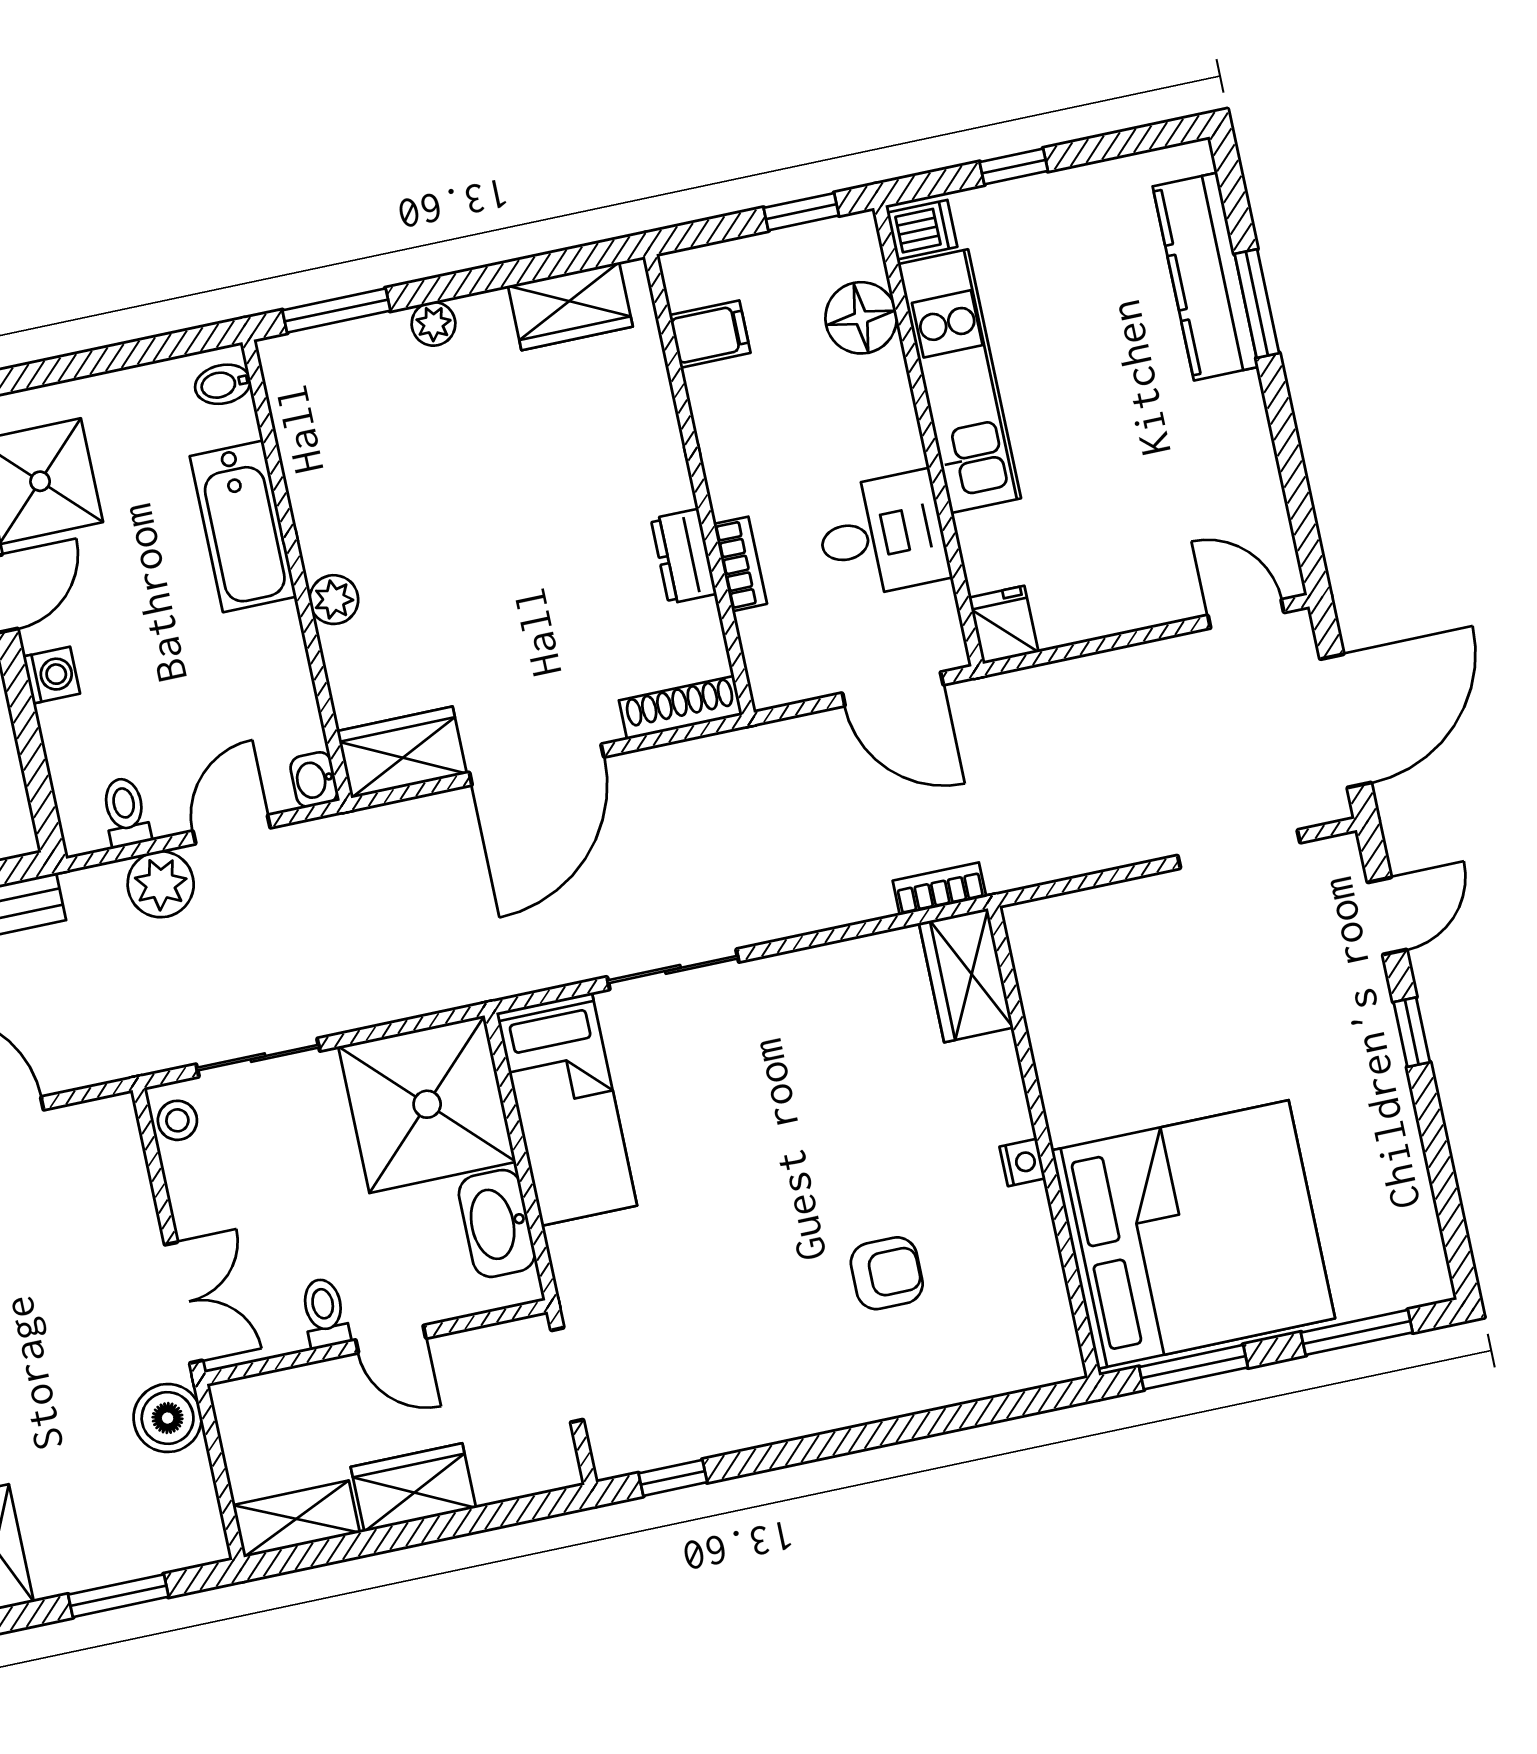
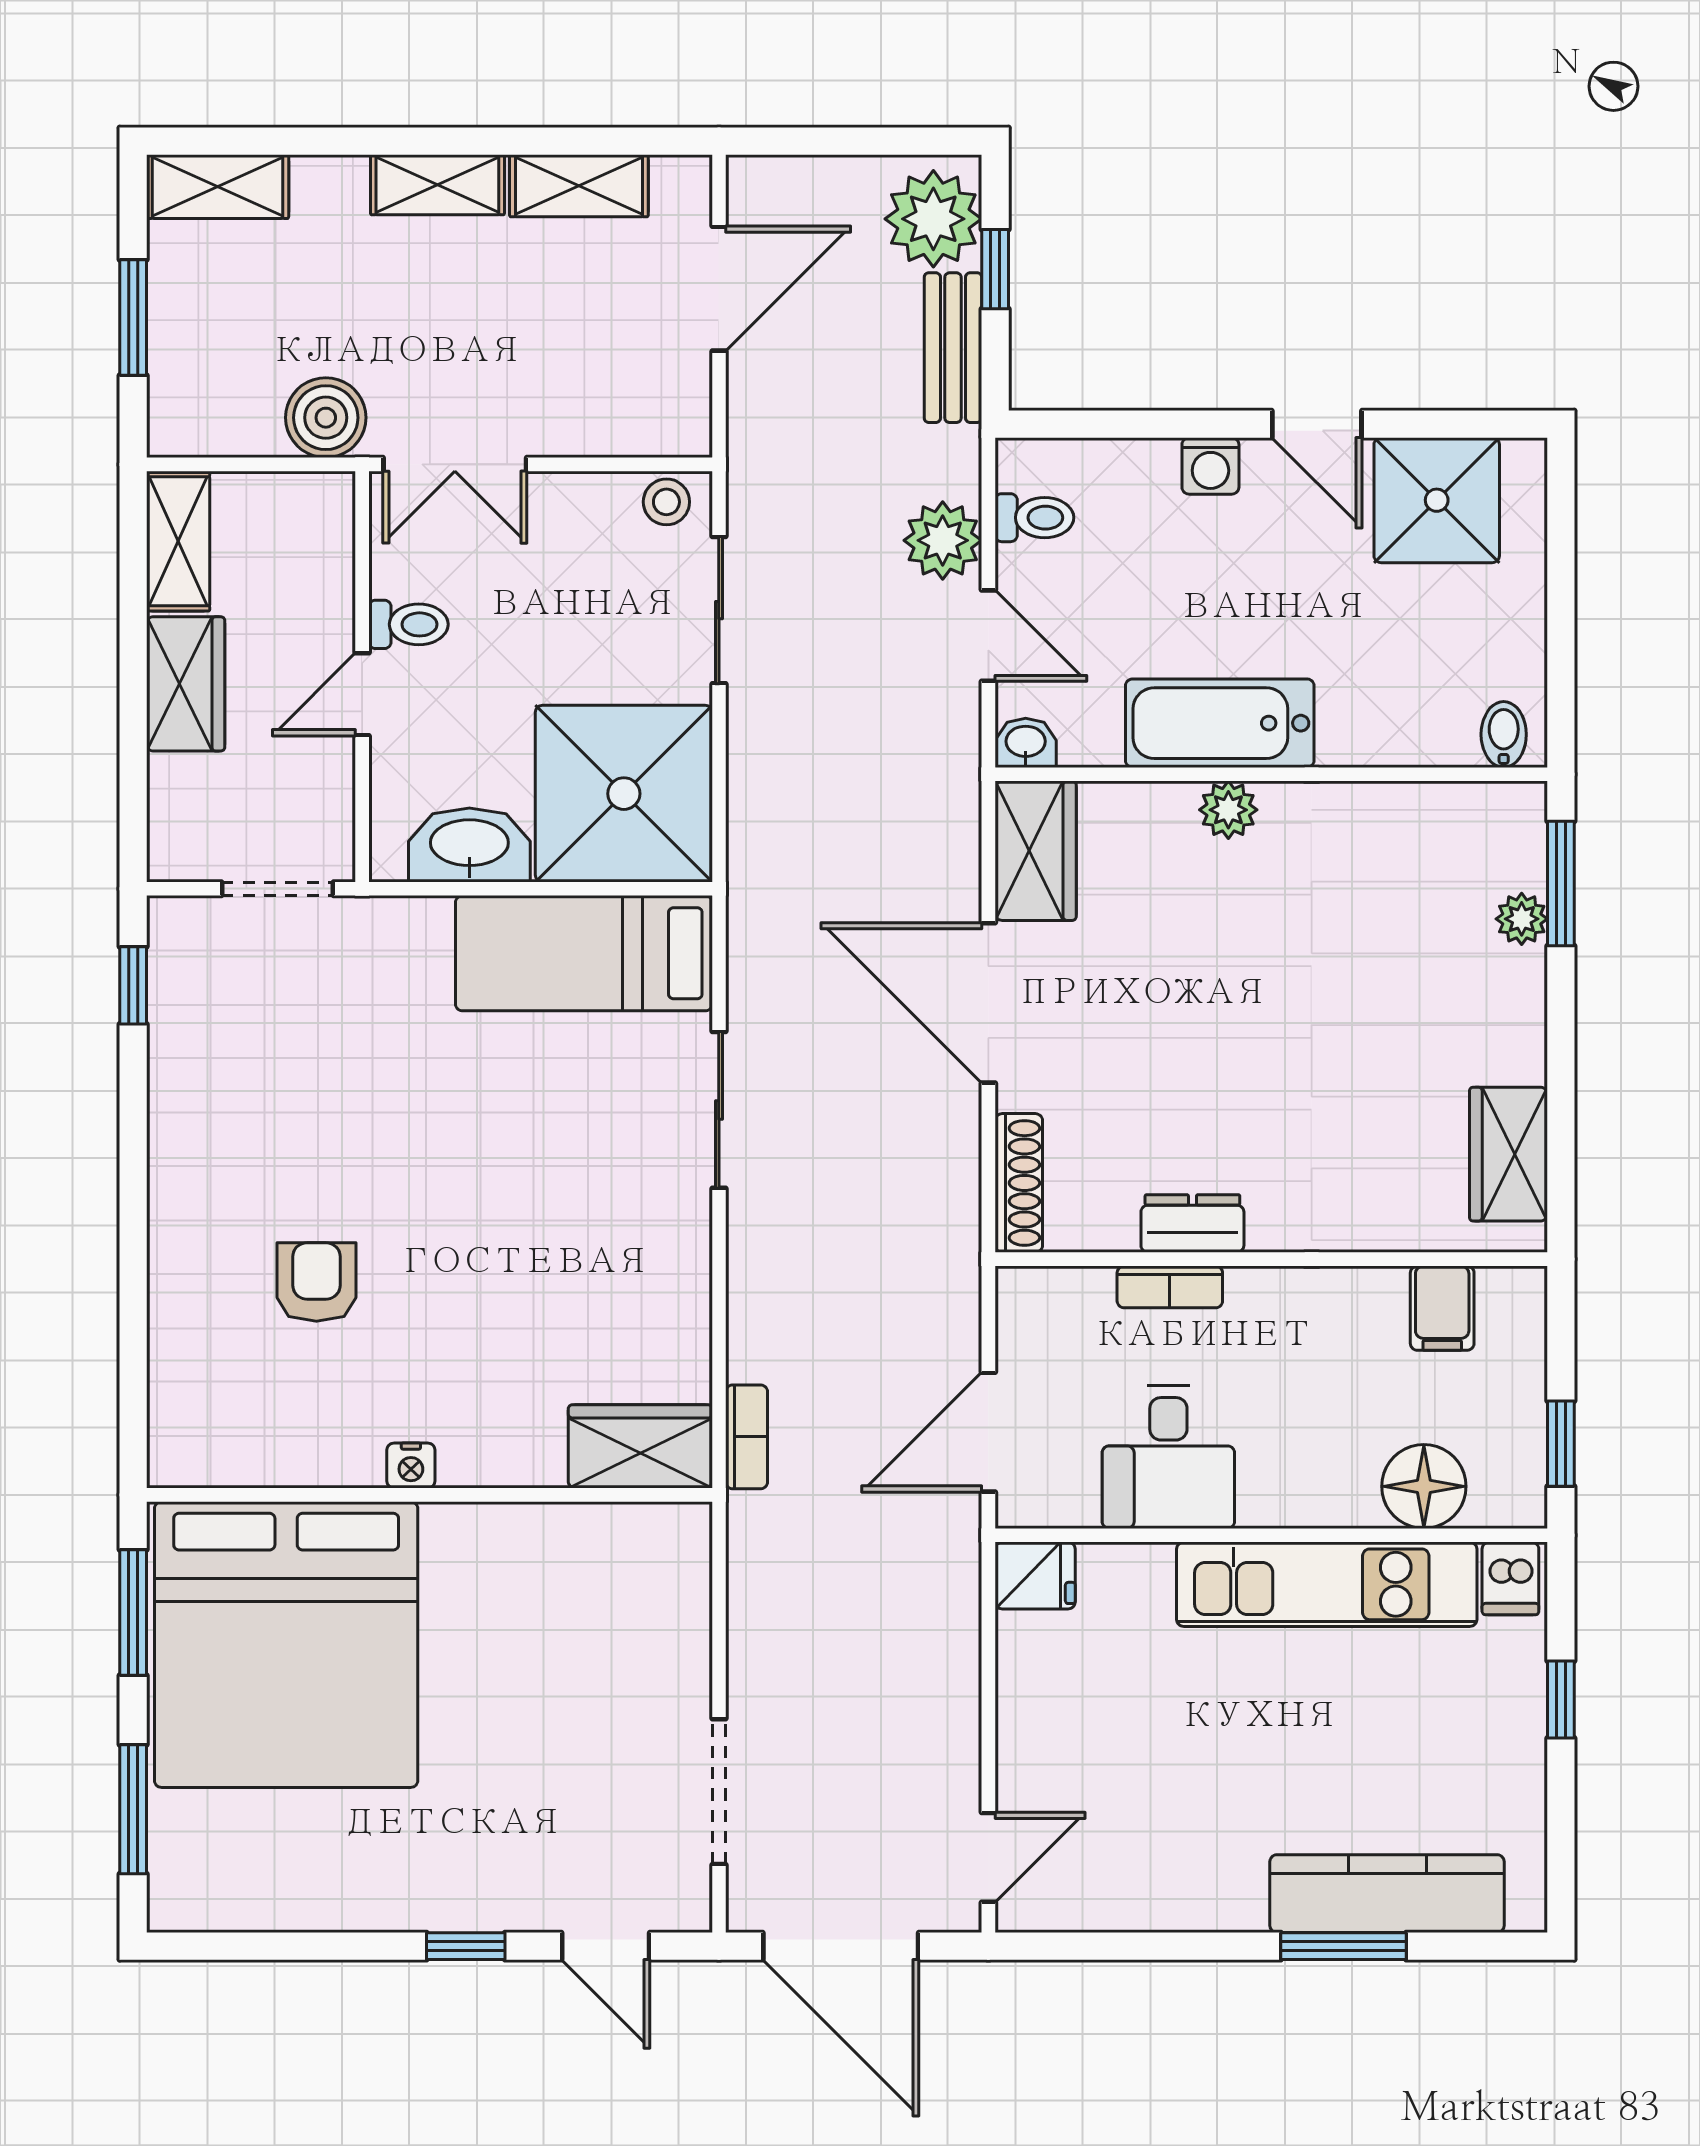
plant: (434, 324) -> (1522, 919), moved
bathtub: (243, 526) -> (1220, 723), moved
armchair: (887, 1273) -> (316, 1282), turned 180

